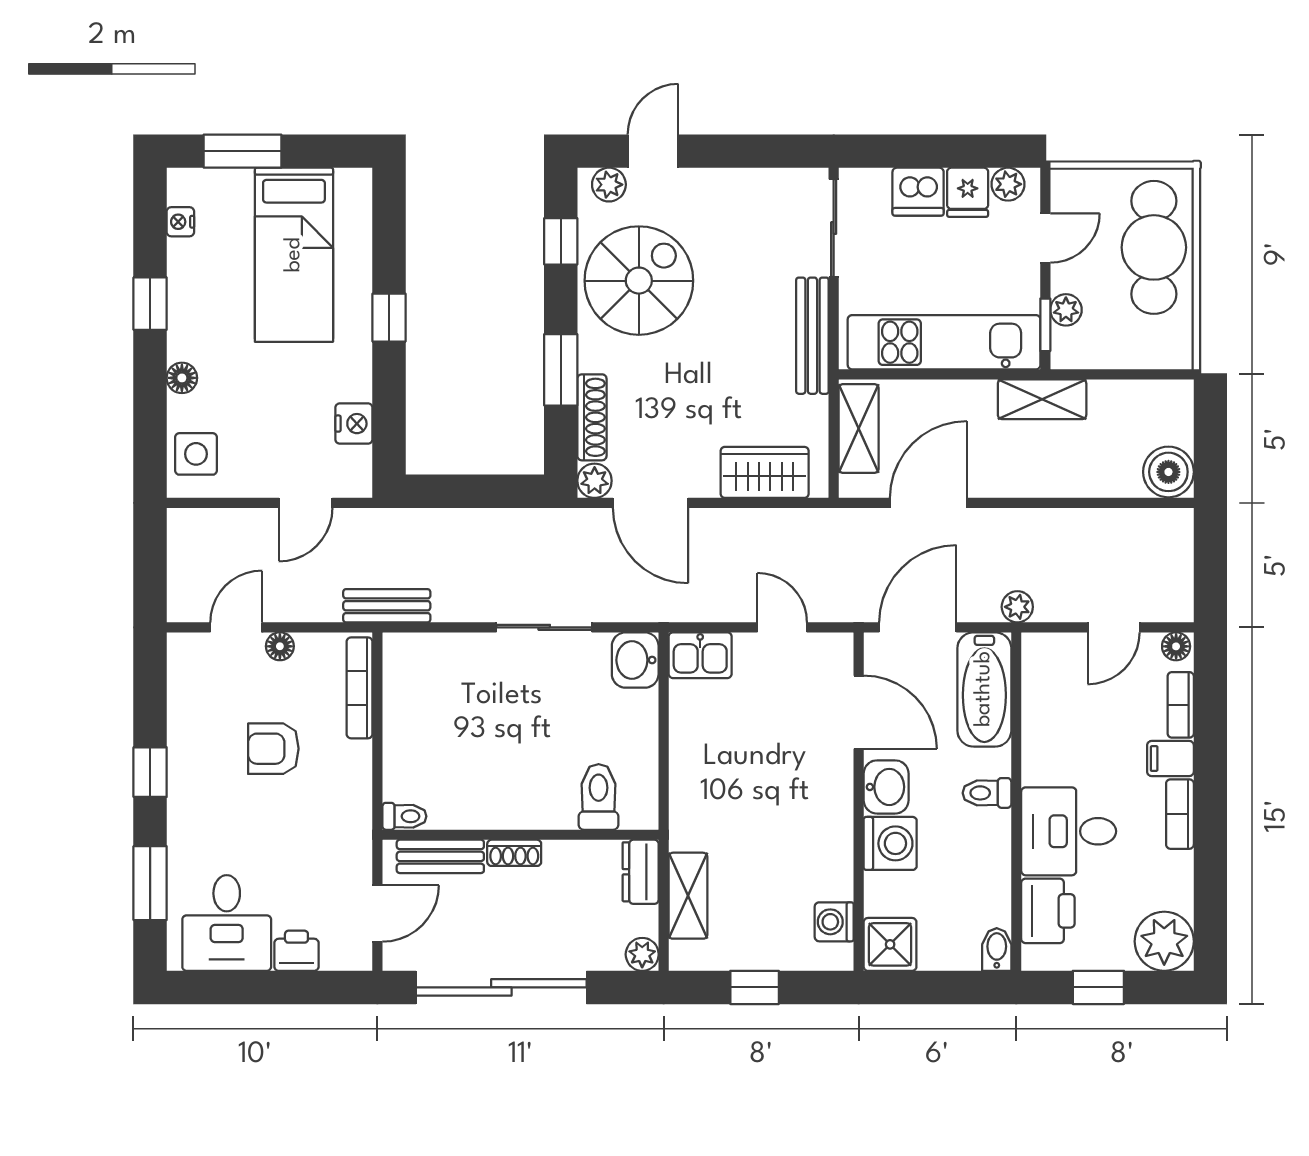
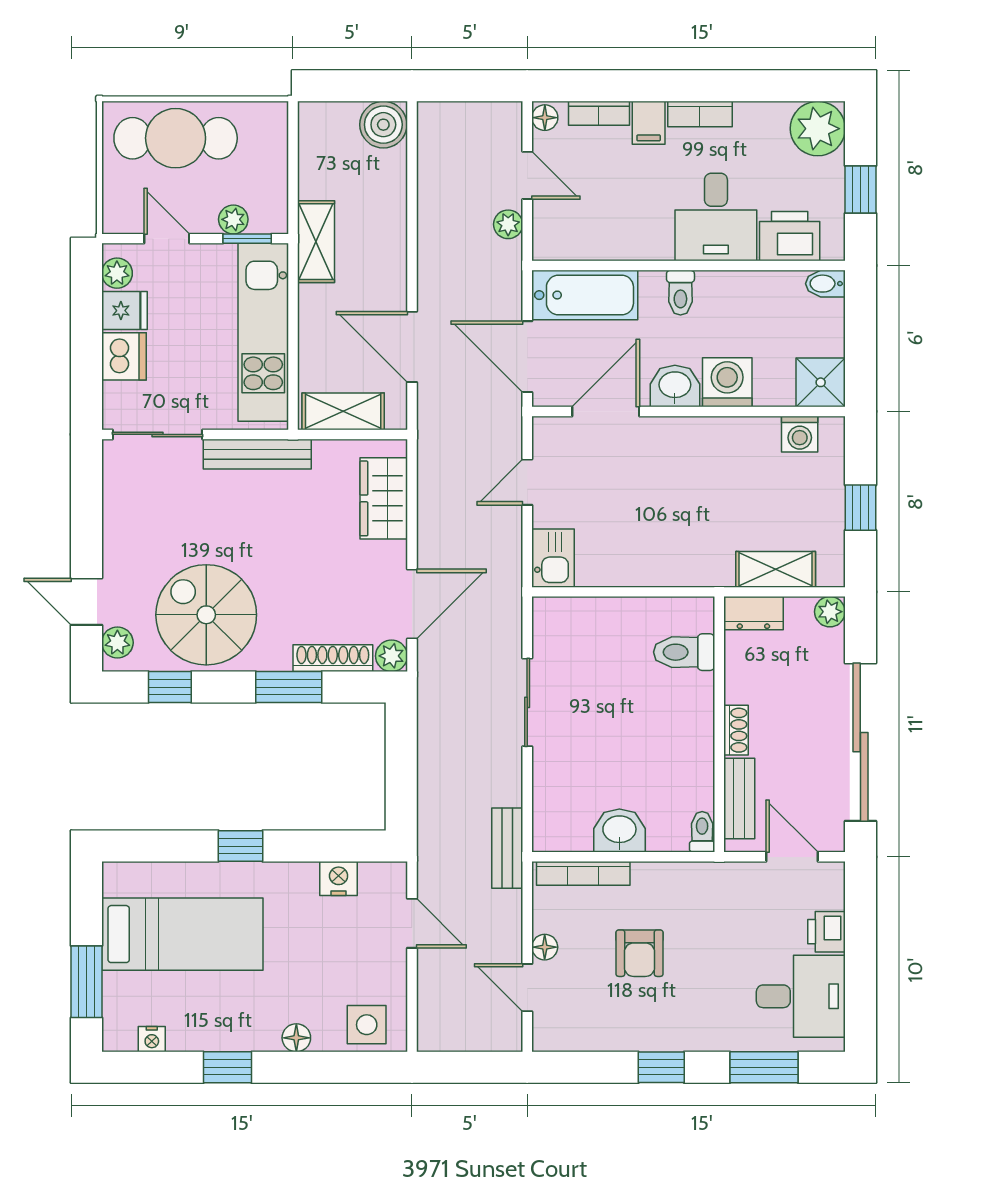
plant: (1017, 607) -> (508, 224), moved
washbasin: (635, 660) -> (619, 831), moved, turned 180

